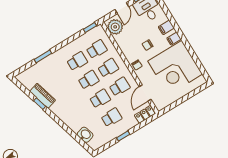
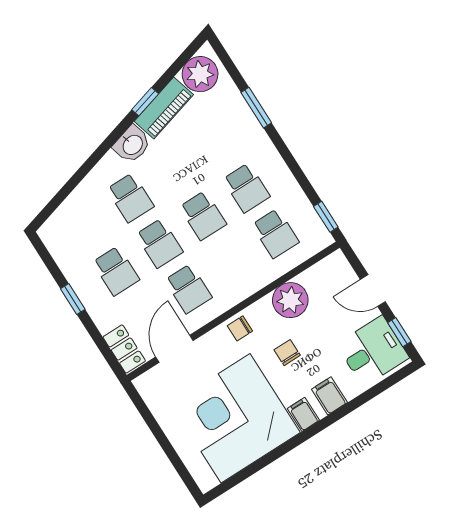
plant: (115, 27) -> (290, 300), moved
school desk: (108, 68) -> (130, 198), moved
plant: (28, 80) -> (200, 74), added
door: (145, 93) -> (174, 349), hinge flipped
washbasin: (85, 135) -> (132, 144), moved

